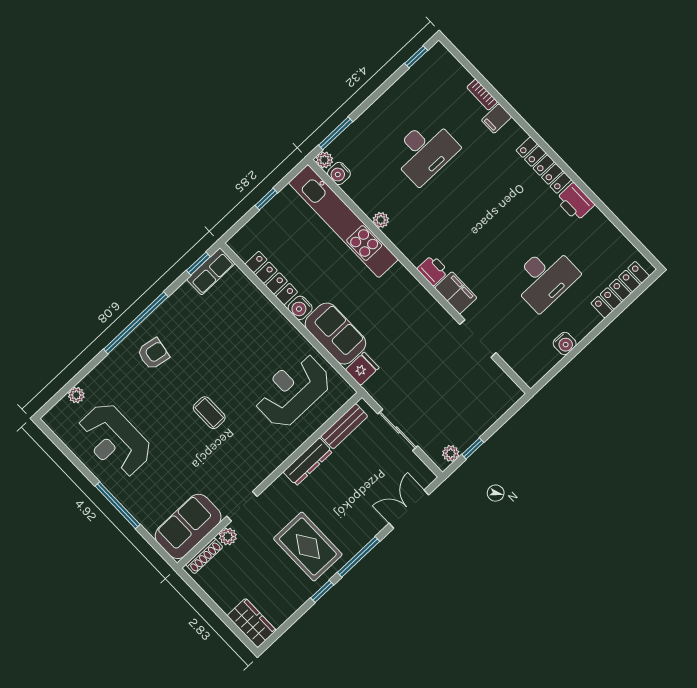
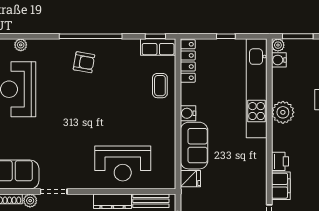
plant: (381, 220) -> (283, 112), width x1.88, depth x1.88
locker: (271, 278) -> (188, 61), moved
reception desk: (293, 391) -> (123, 163), moved, turned 180
coffee table: (209, 413) -> (160, 86), moved

